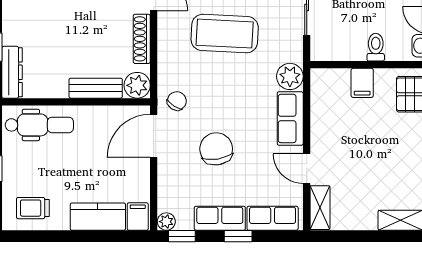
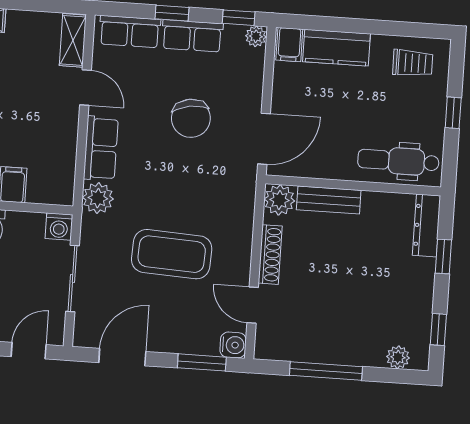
washing machine: (321, 50) -> (59, 227), added
chair: (177, 101) -> (234, 178), removed

